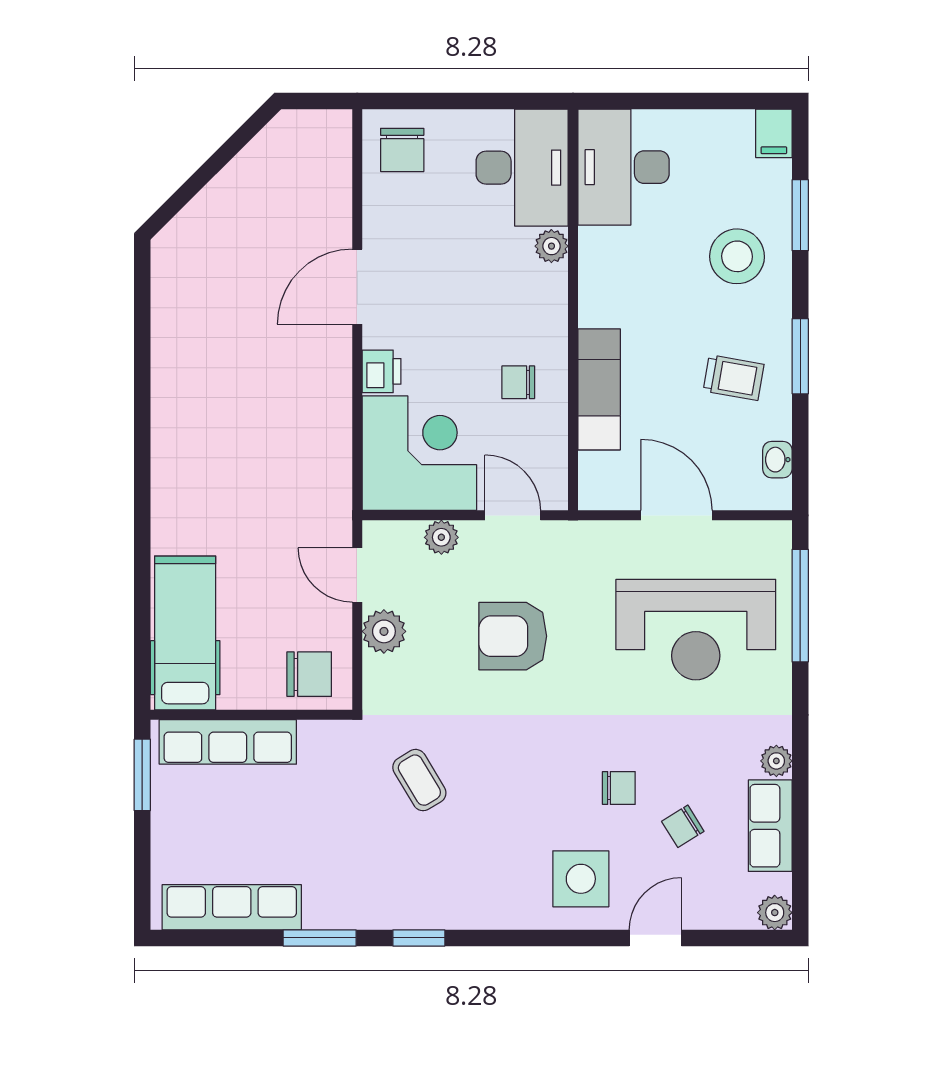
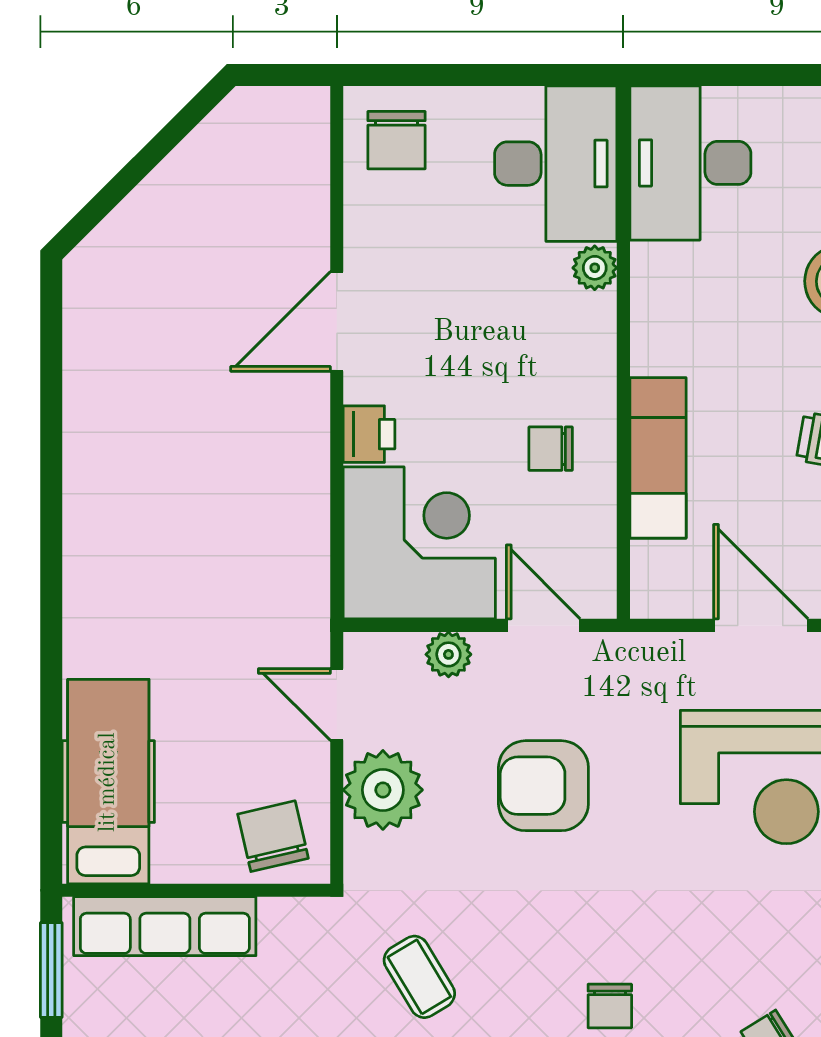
plant: (384, 631) -> (383, 790), width x1.36, depth x1.36
chair: (309, 674) -> (273, 836), turned -103
chair: (619, 788) -> (610, 1006), moved, turned 90

